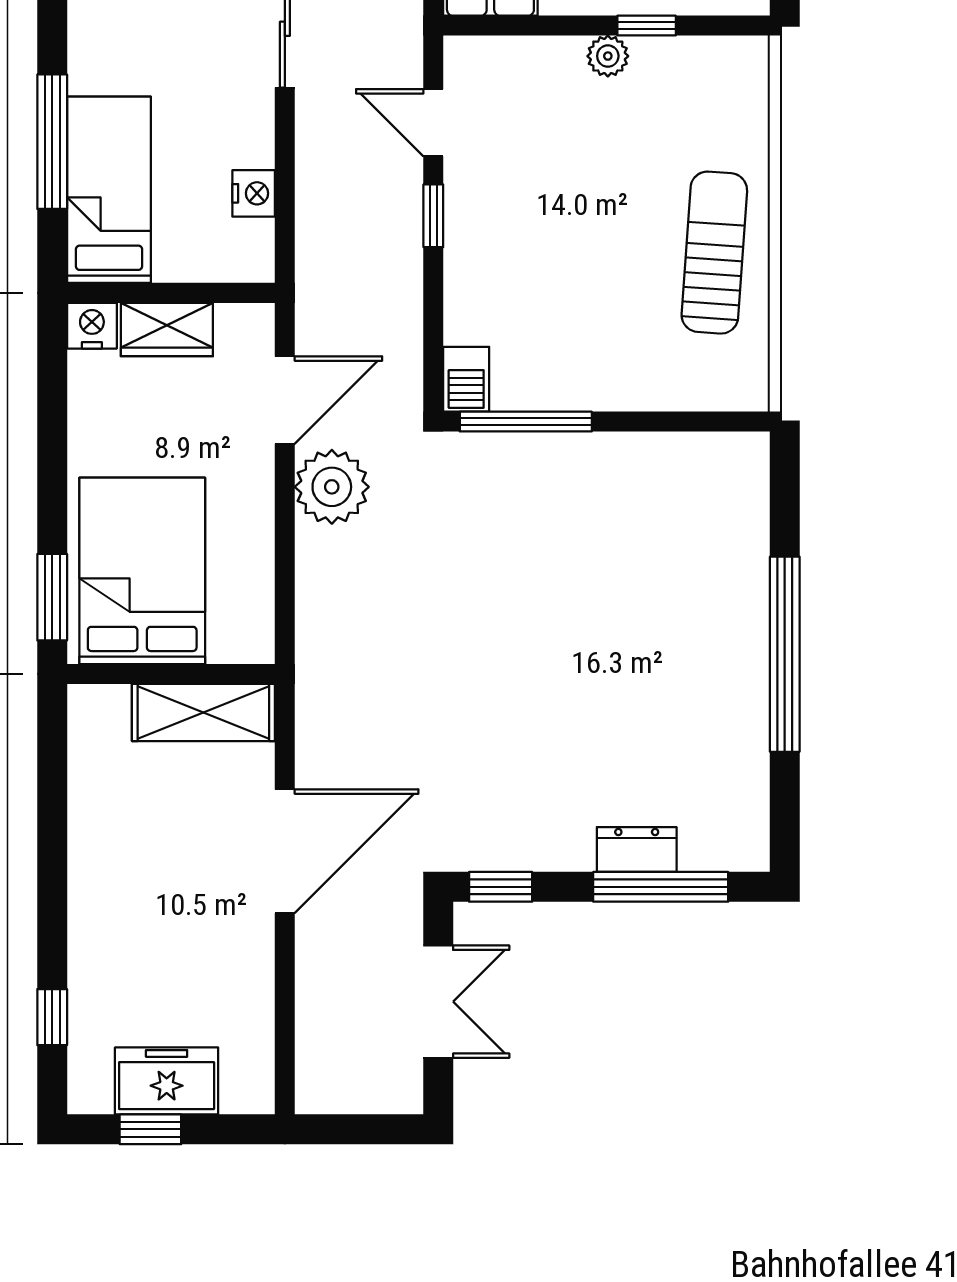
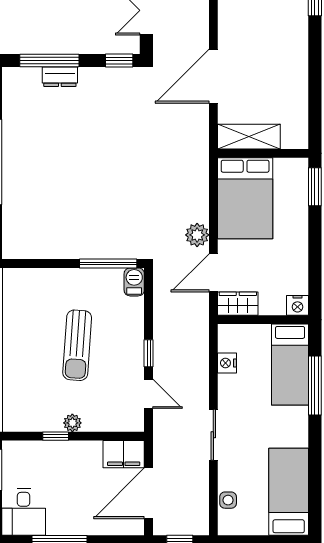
sun lounger: (714, 253) -> (77, 345), moved
wardrobe: (167, 330) -> (238, 304), moved
plant: (332, 487) -> (197, 235), width x0.73, depth x0.73
bed: (142, 571) -> (245, 198), moved

